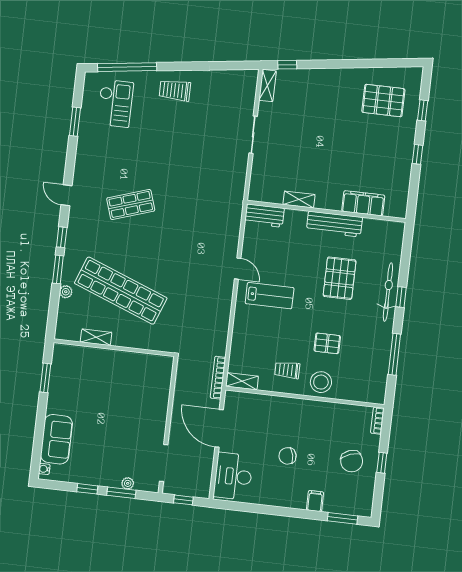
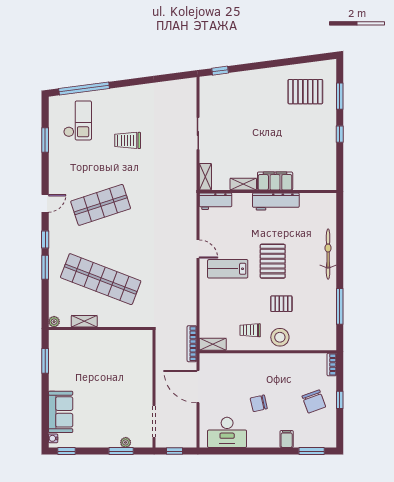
shelving: (267, 86) -> (205, 177), moved
trolley: (175, 90) -> (128, 140), moved
window: (423, 110) -> (340, 96), width x1.50
door: (67, 195) -> (45, 203), swing flipped
filing cabinet: (363, 203) -> (275, 181), moved
shop shelf: (131, 204) -> (101, 205), width x1.43, depth x1.36
pallet: (340, 278) -> (273, 261), moved
plant: (66, 292) -> (54, 322), moved
lab bench: (270, 296) -> (228, 269), turned 180
window: (401, 297) -> (340, 257), removed
desk: (233, 476) -> (227, 432), moved, turned -90
window: (87, 489) -> (67, 451), moved

